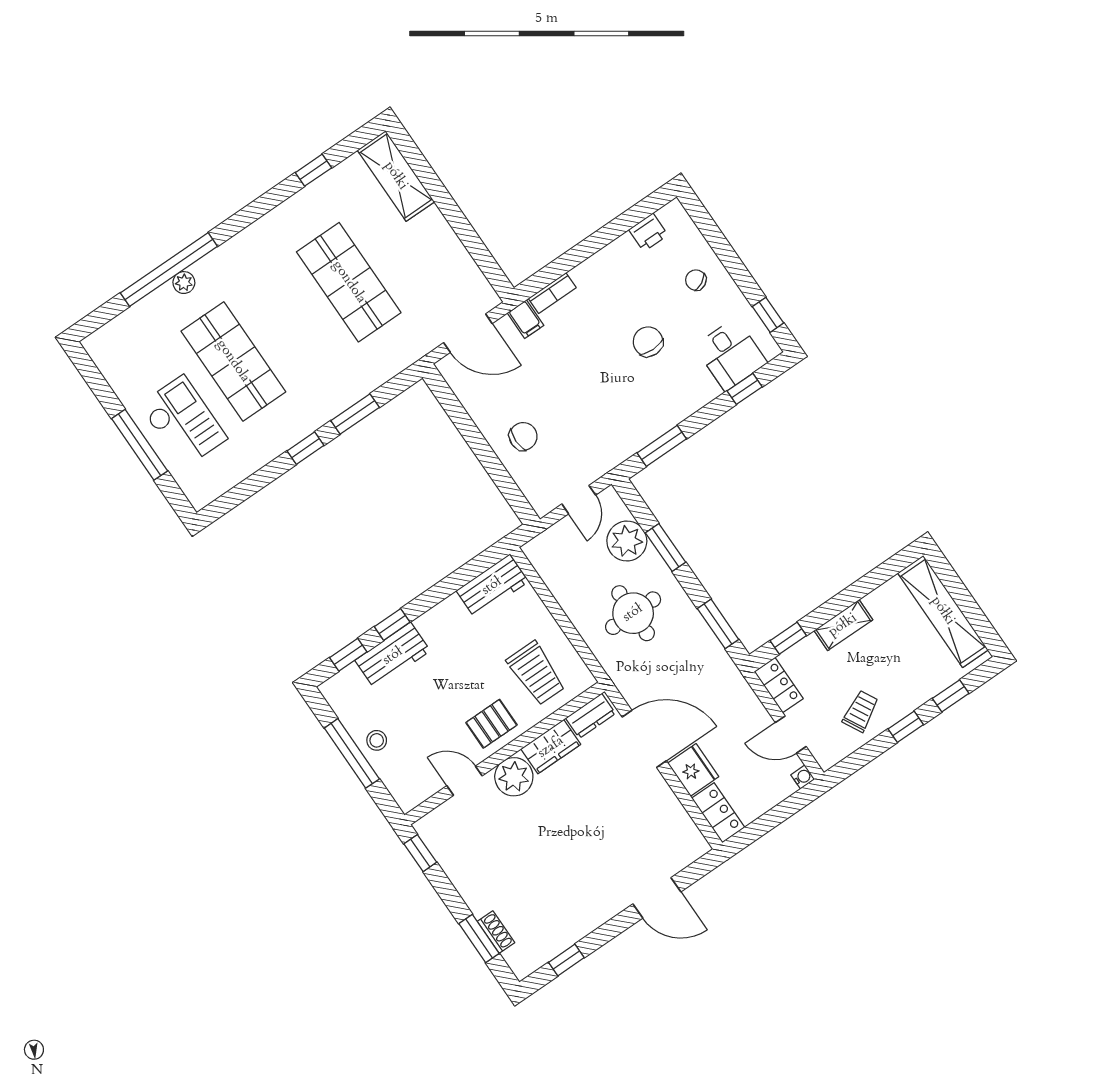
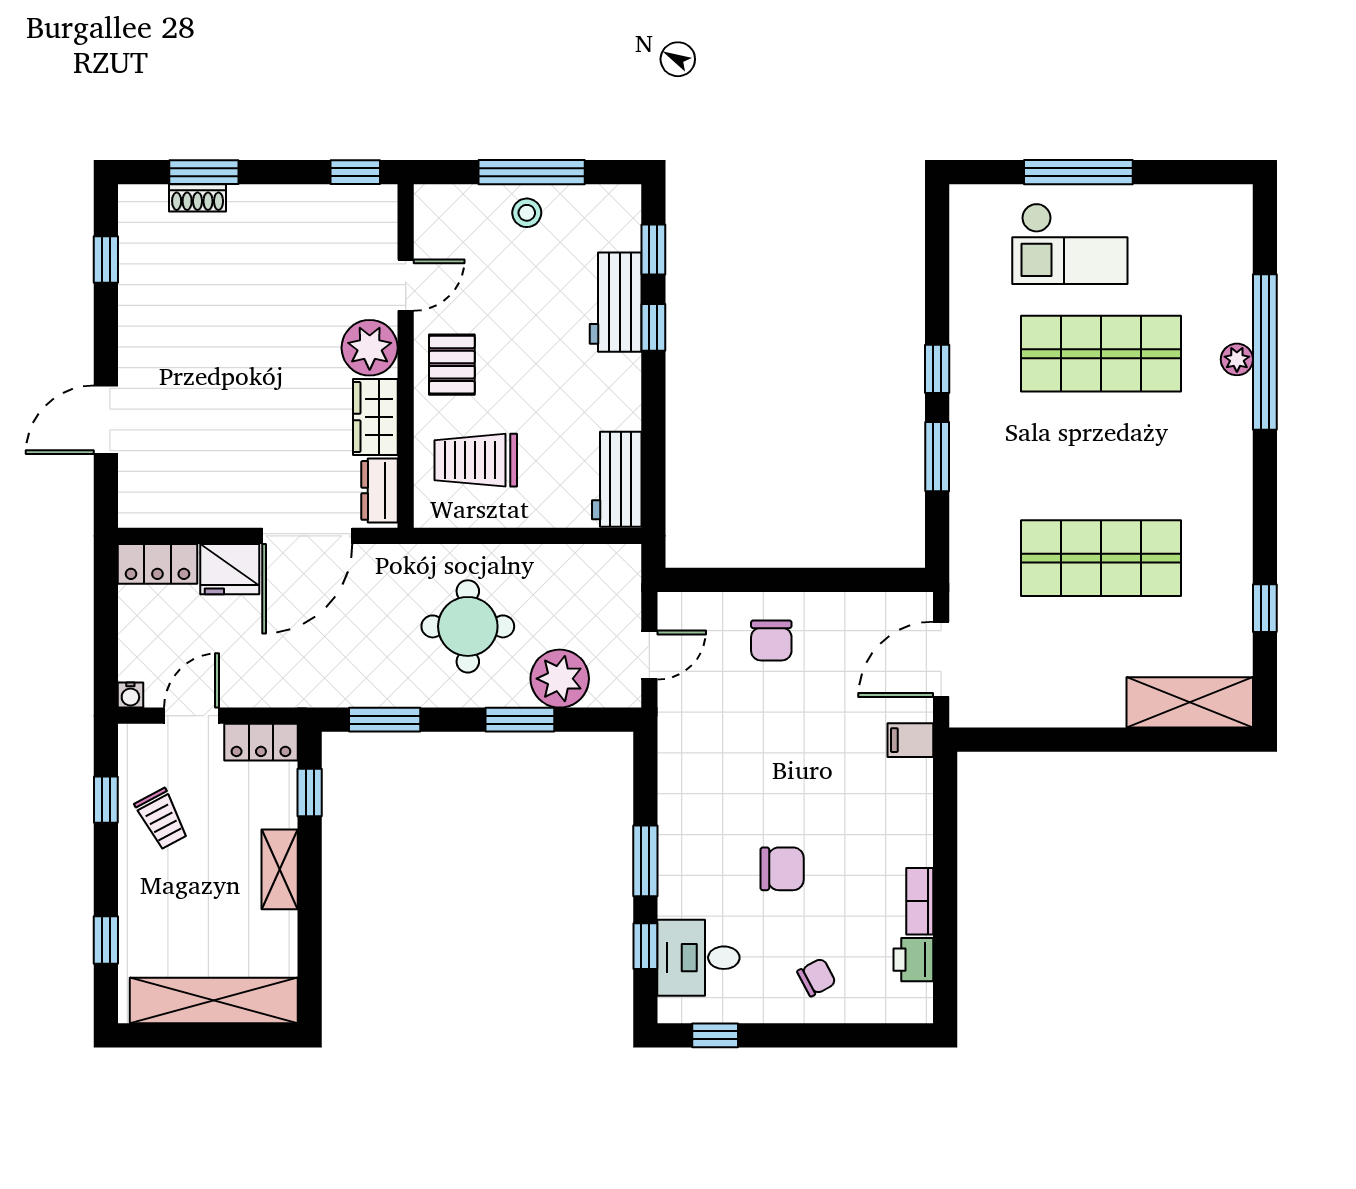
bookcase: (552, 293) -> (920, 901), moved
window: (662, 446) -> (645, 861), moved
door: (579, 500) -> (649, 655), swing flipped
window: (906, 727) -> (106, 800), moved

